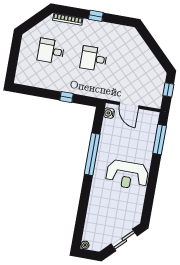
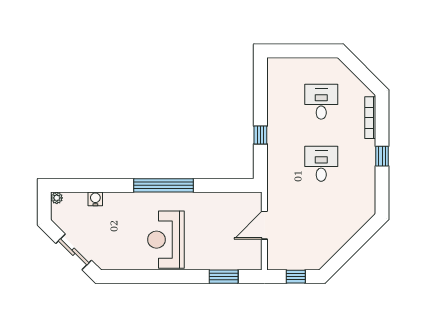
water cooler: (109, 113) -> (95, 199), moved
window: (160, 139) -> (224, 277), width x0.69
window: (92, 154) -> (164, 185), moved

